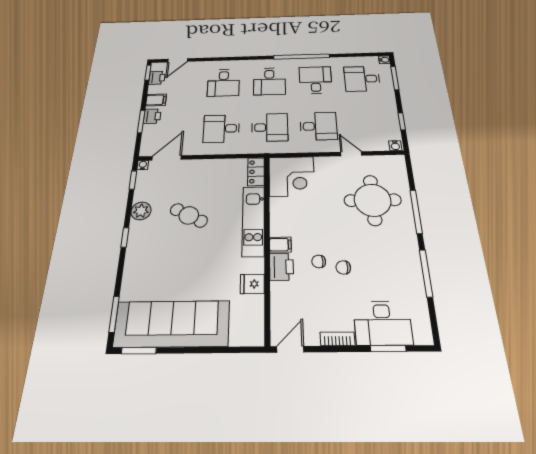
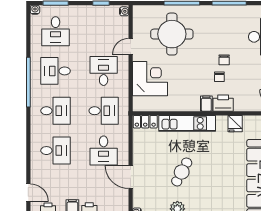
desk: (270, 127) -> (104, 111), turned 90
door: (167, 158) -> (131, 177), moved
corner desk: (292, 176) -> (150, 79), moved

